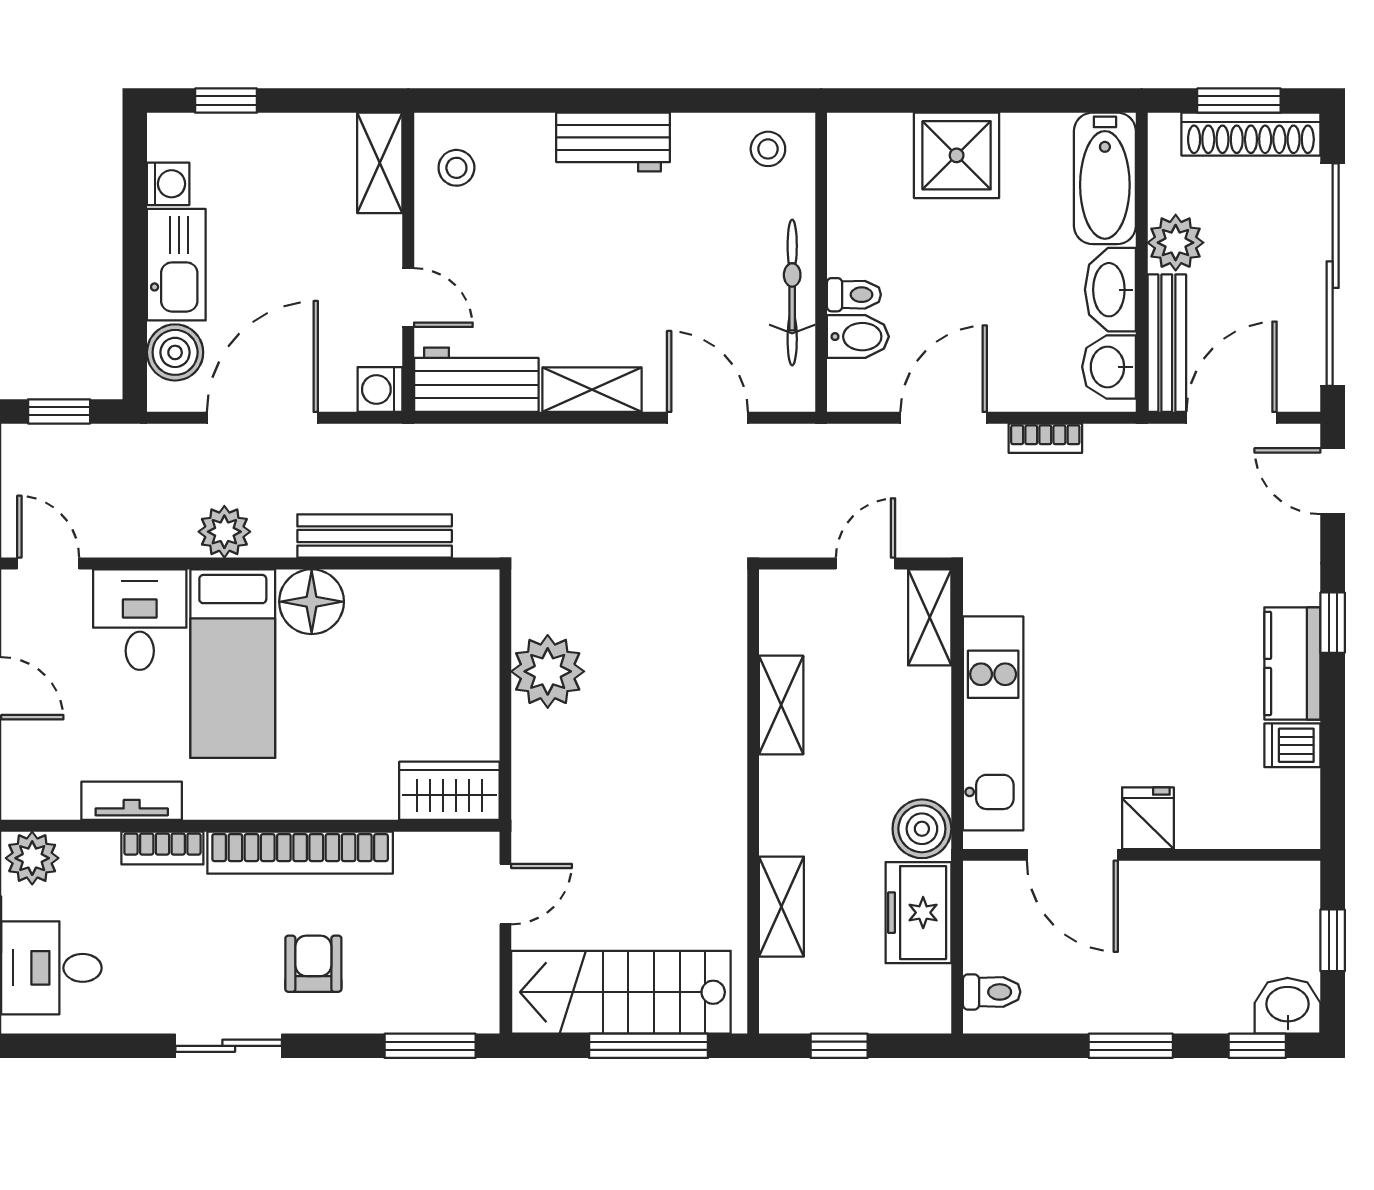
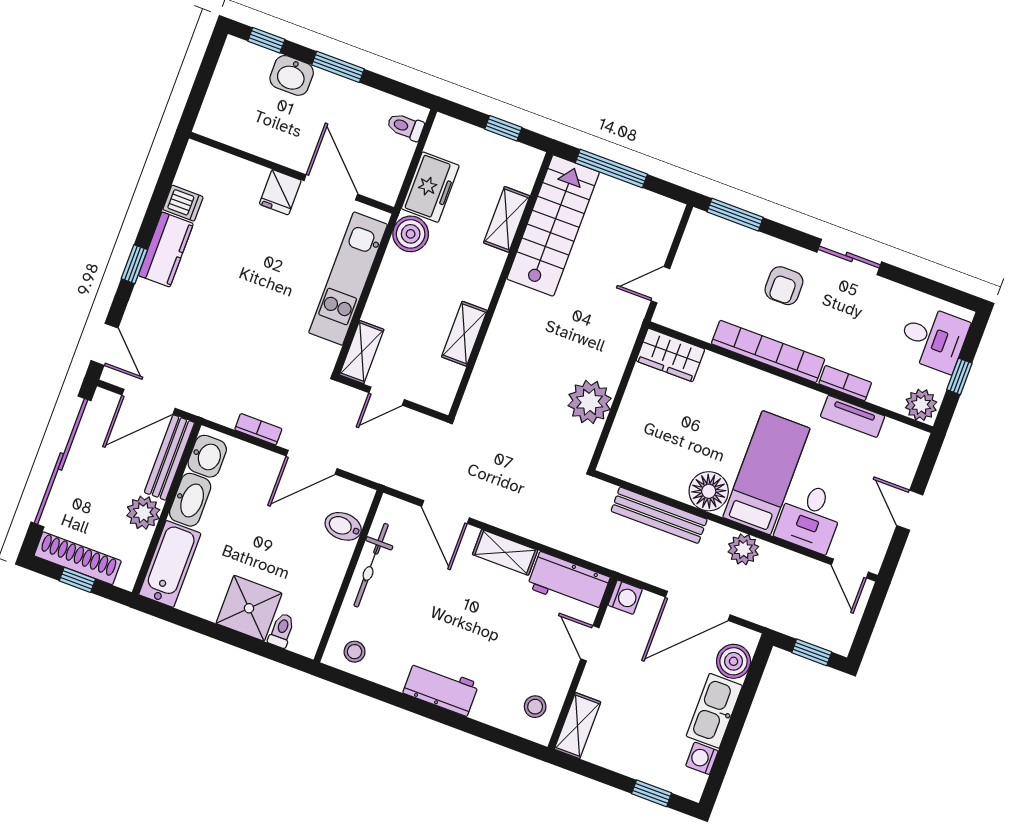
window: (1239, 101) -> (77, 580), width x0.67
toilet: (854, 295) -> (281, 630), moved, turned 90
window: (1333, 940) -> (201, 84), removed
stairs: (621, 992) -> (553, 226), moved, turned -90
washbasin: (1288, 1006) -> (292, 75), moved

